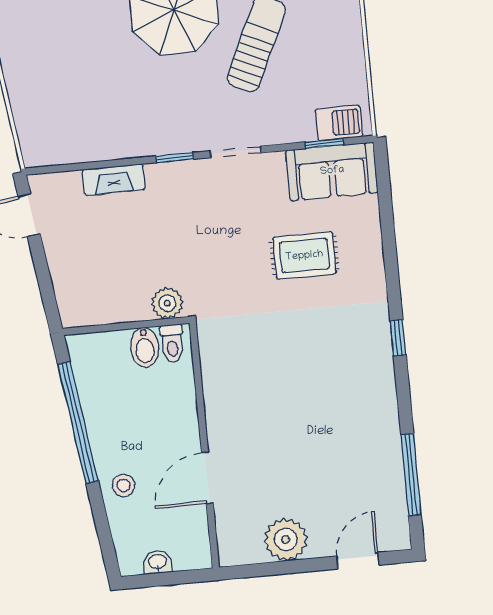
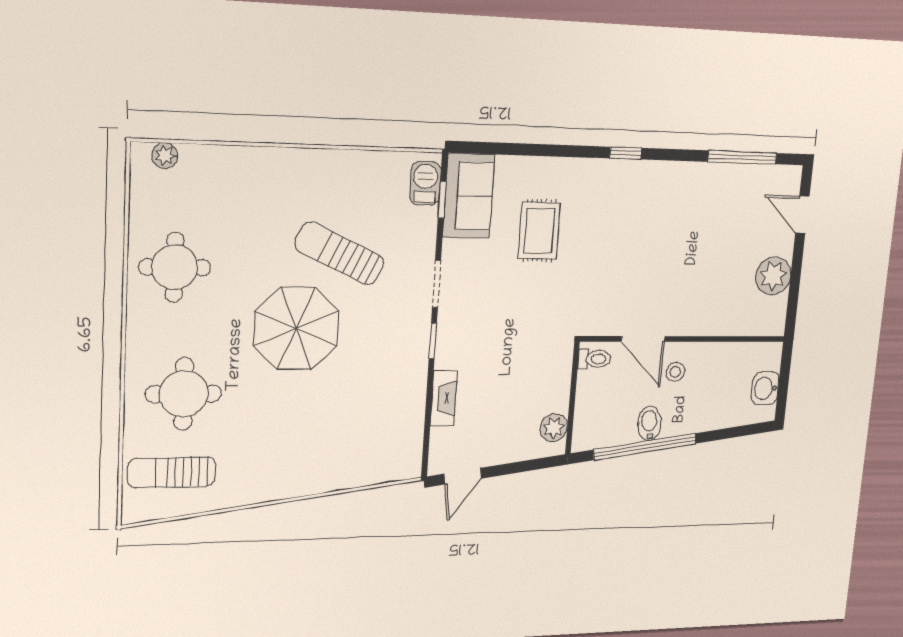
plant: (167, 303) -> (554, 428), moved
bidet: (145, 347) -> (649, 424), moved, turned -98
door: (207, 478) -> (643, 339), moved
stool: (123, 485) -> (675, 372), moved
washbasin: (158, 562) -> (765, 388), width x1.38, depth x1.45

